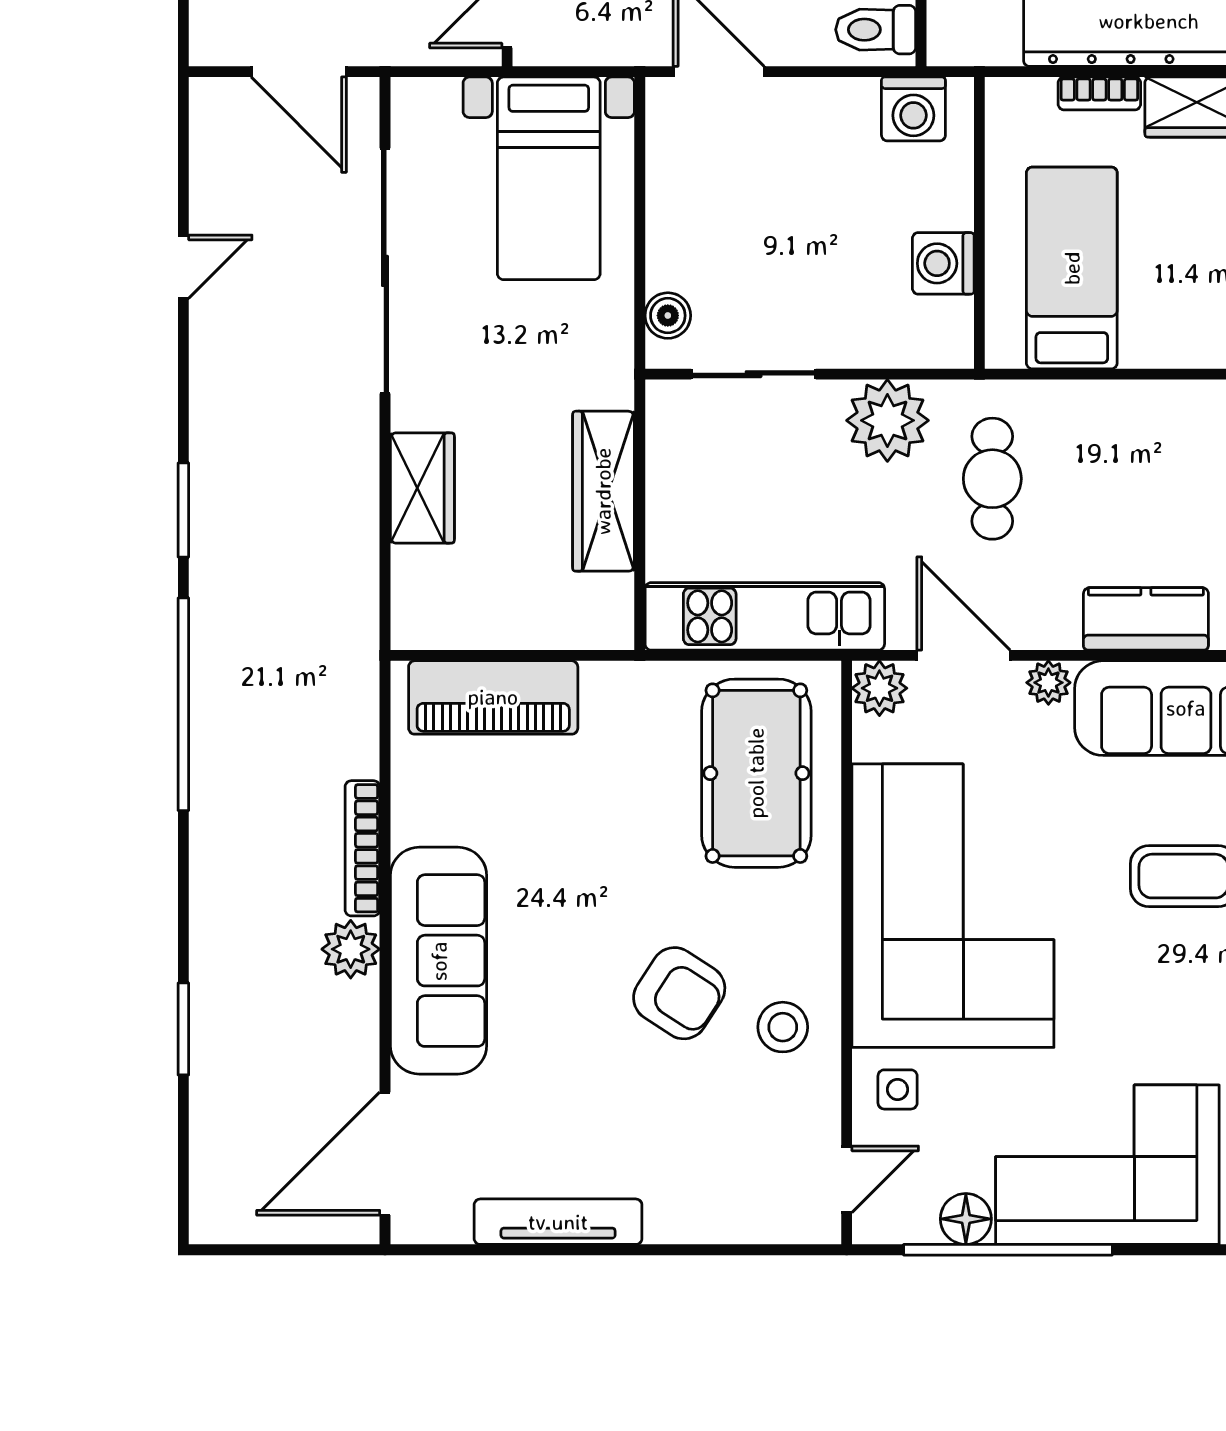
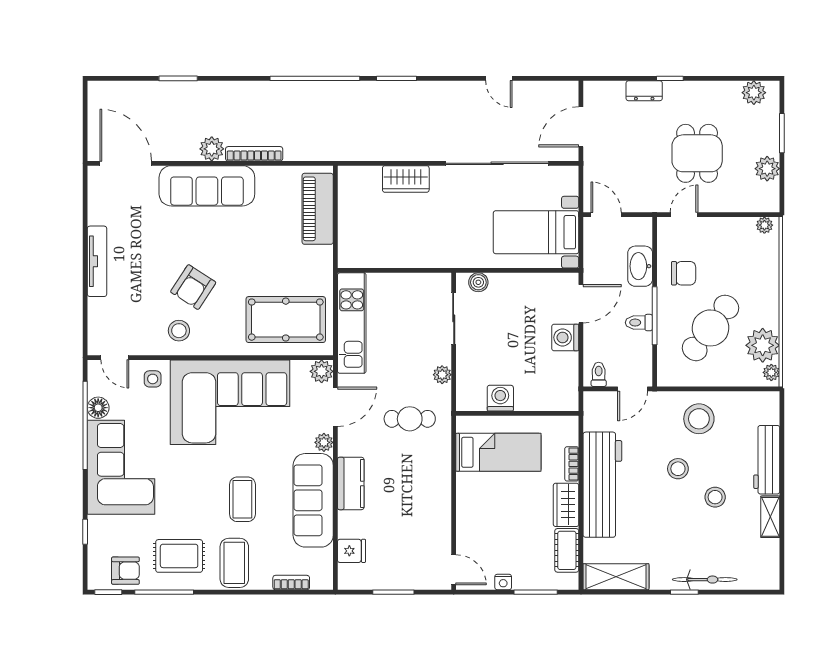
toilet: (876, 30) -> (599, 374), width x0.73, depth x0.72
washing machine: (913, 109) -> (565, 337), moved
plant: (887, 420) -> (442, 375), width x0.53, depth x0.53
wardrobe: (603, 491) -> (404, 255), removed
tv unit: (558, 1222) -> (97, 261), moved

